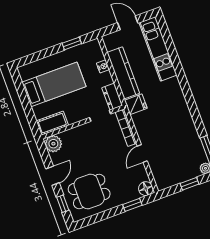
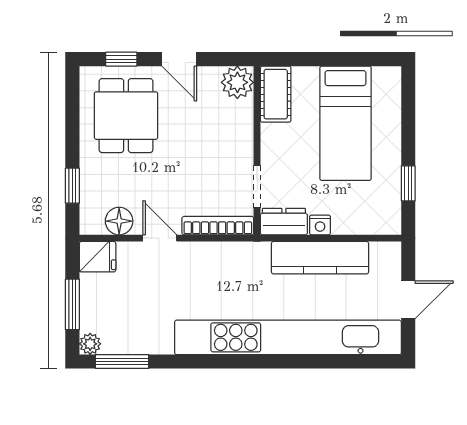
kitchen unit: (158, 49) -> (288, 337), width x1.86
nightstand: (103, 66) -> (320, 225), moved
fridge: (136, 104) -> (98, 257), moved, turned -90
window: (190, 184) -> (72, 304), width x1.50
floor lamp: (146, 189) -> (119, 221), moved

